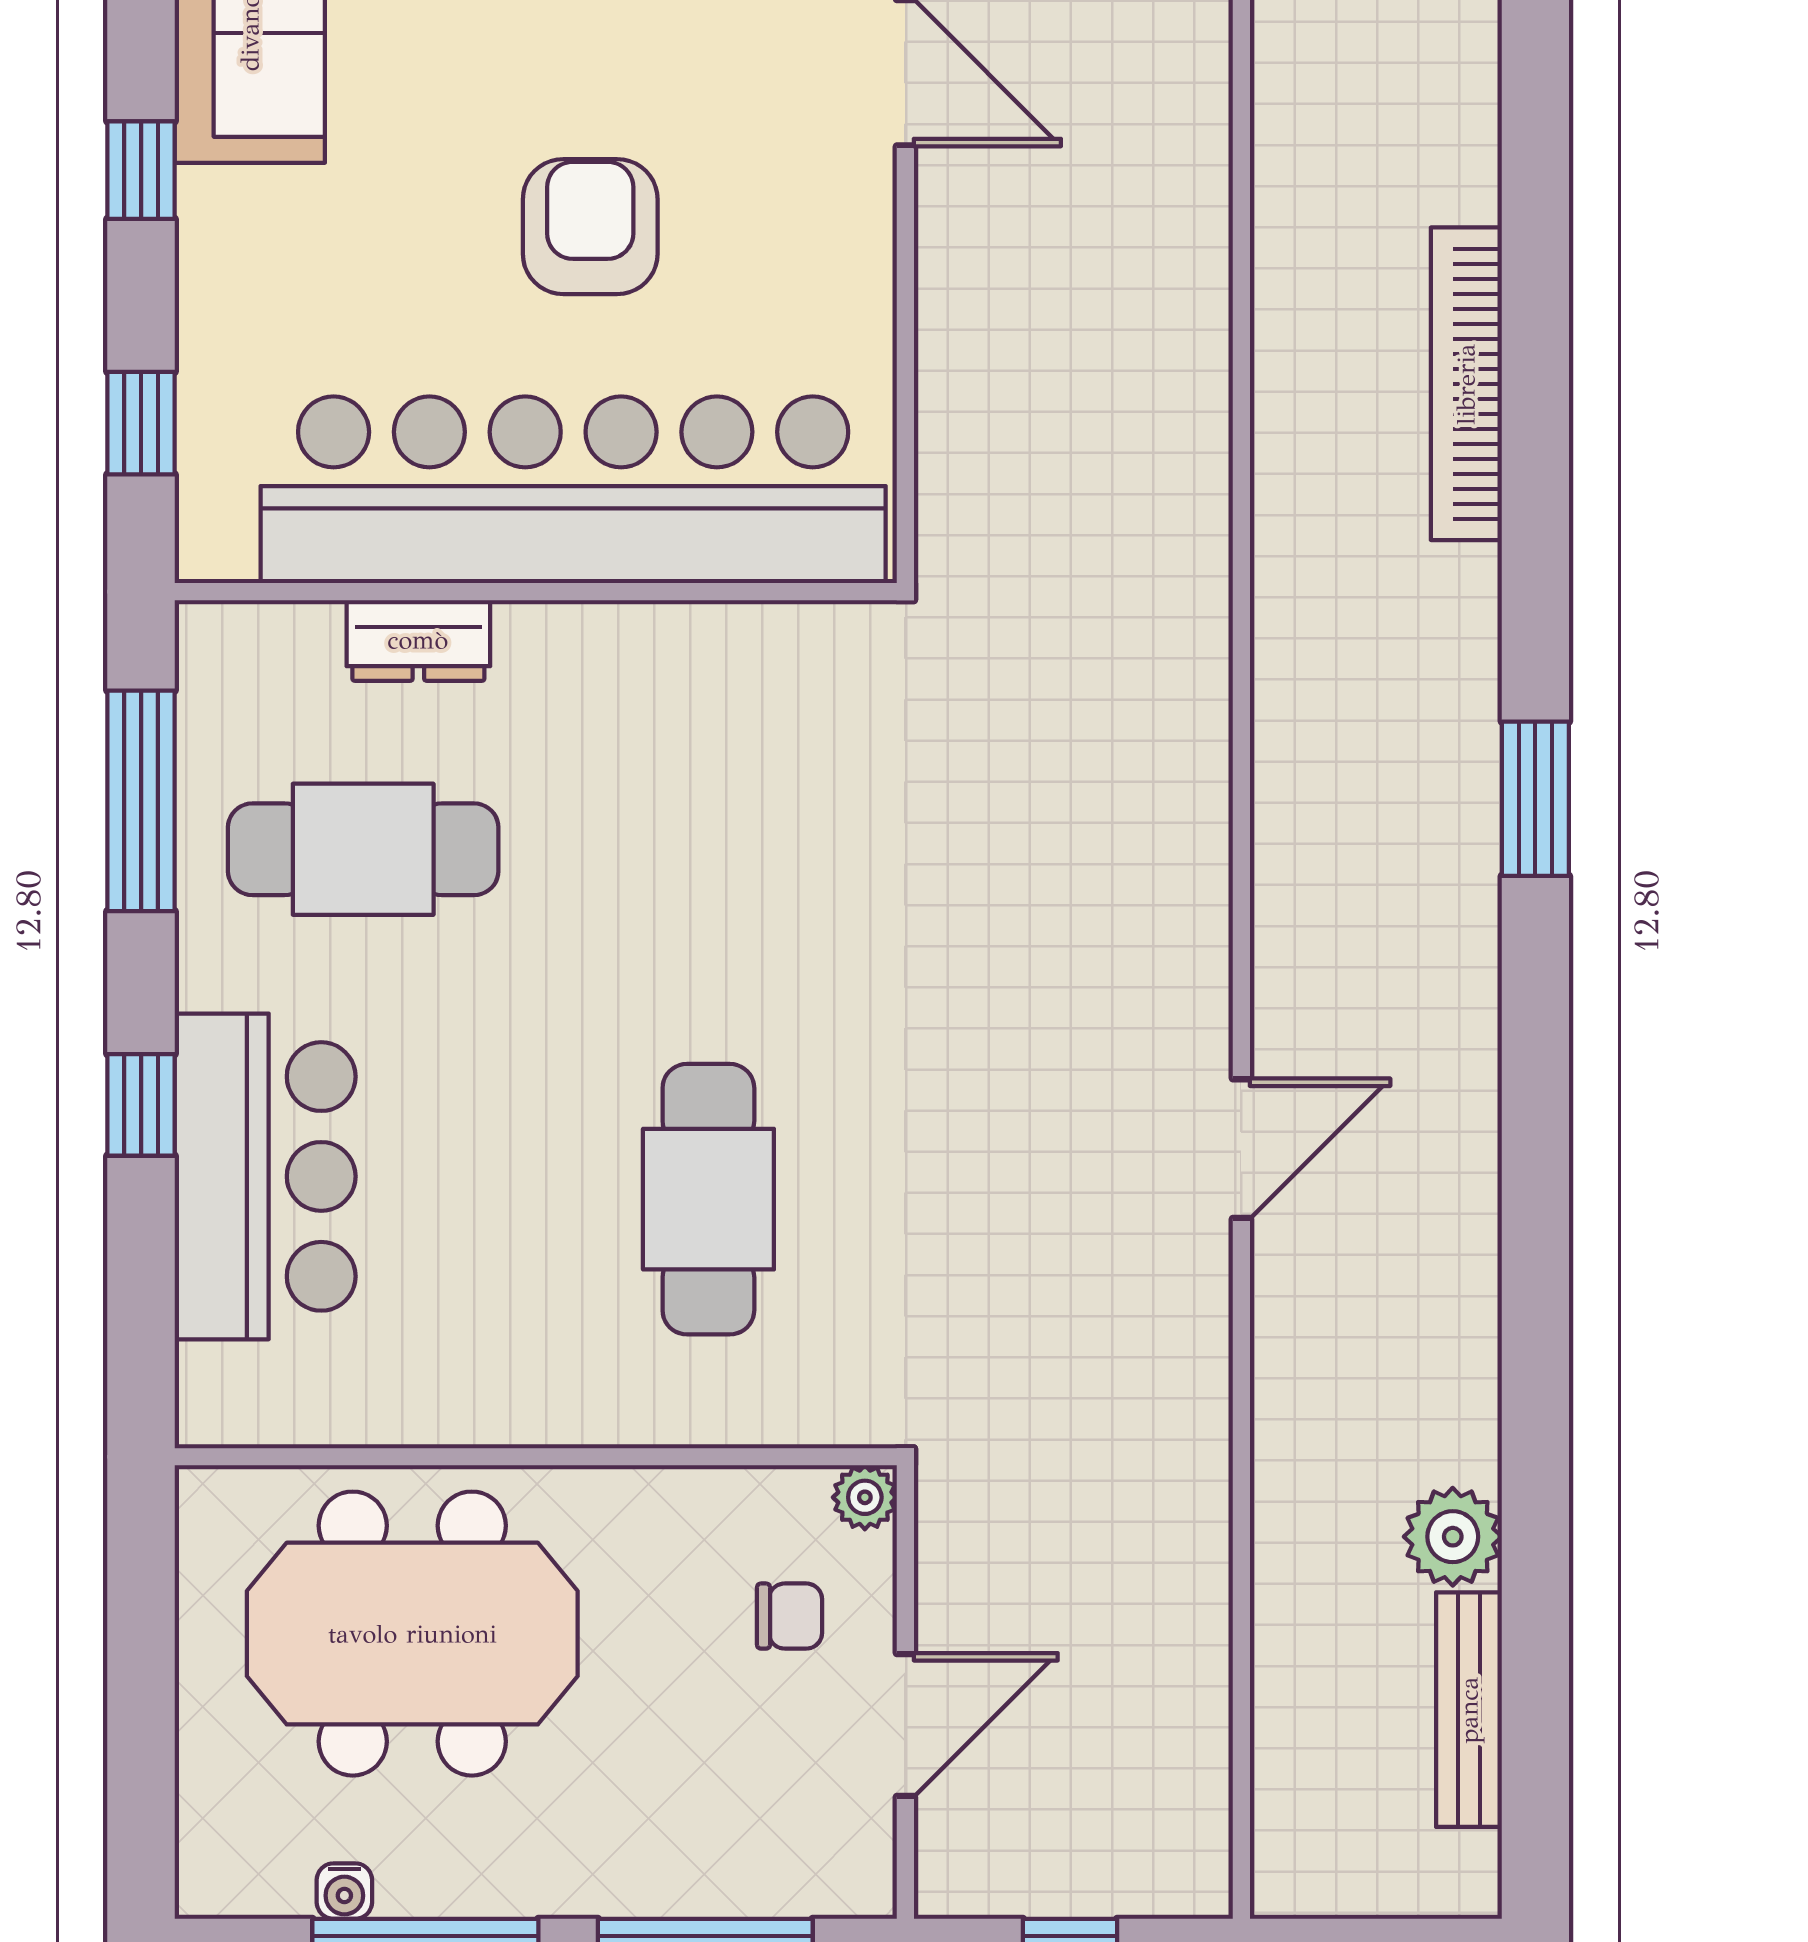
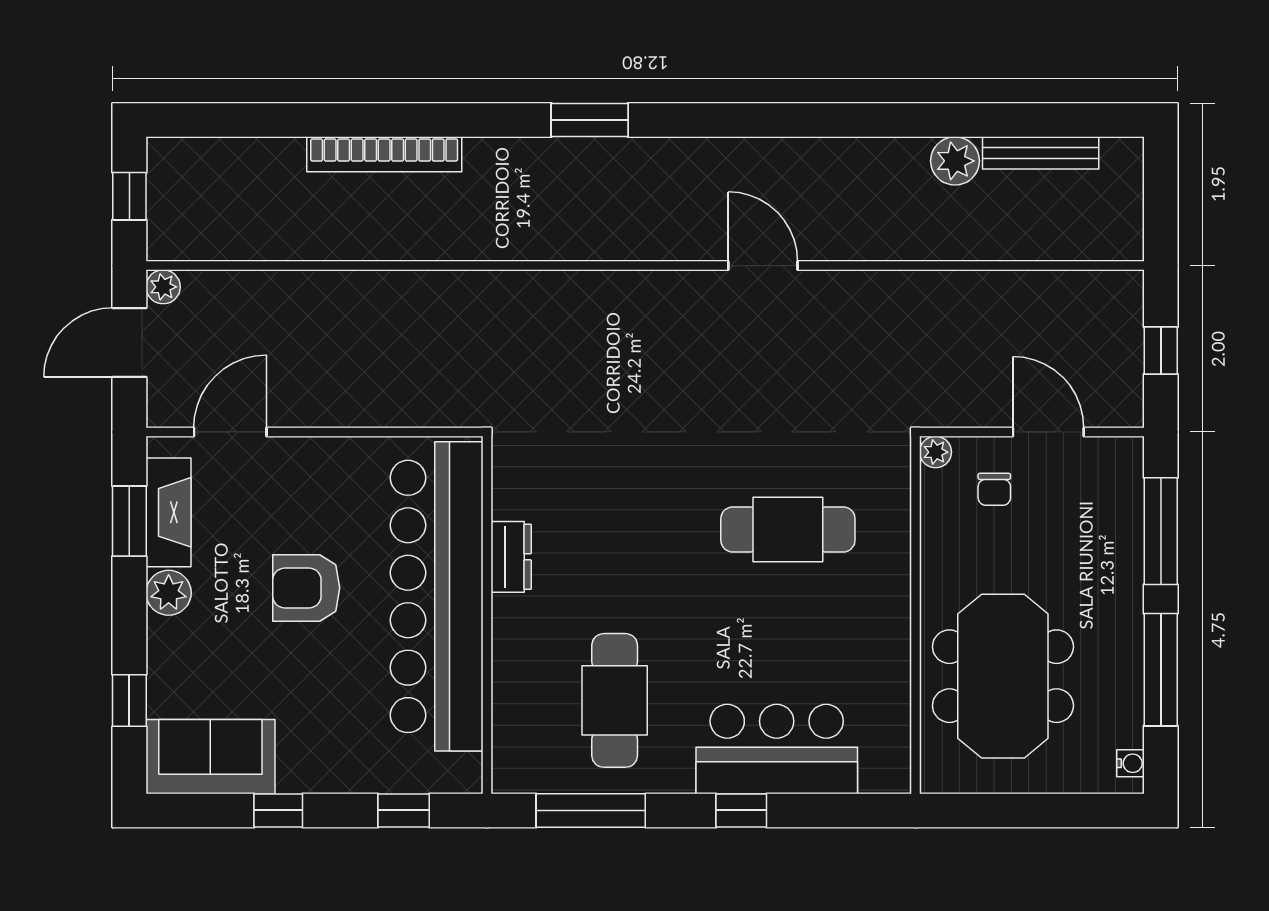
dresser: (418, 640) -> (511, 557), moved
chair: (790, 1616) -> (994, 489), turned 180
water cooler: (344, 1891) -> (1131, 763), moved

